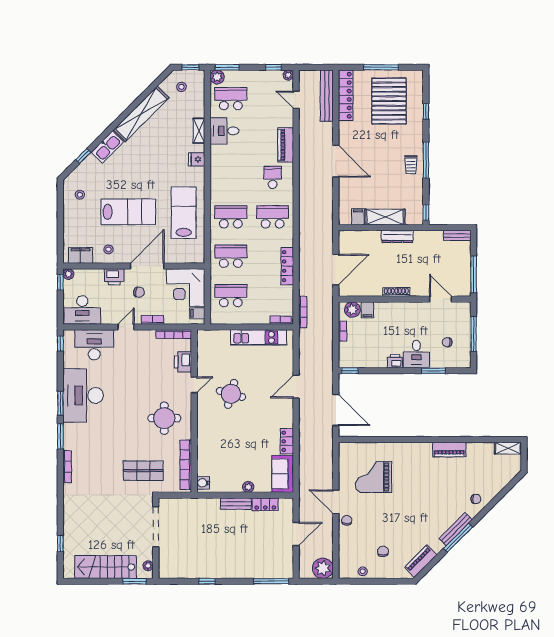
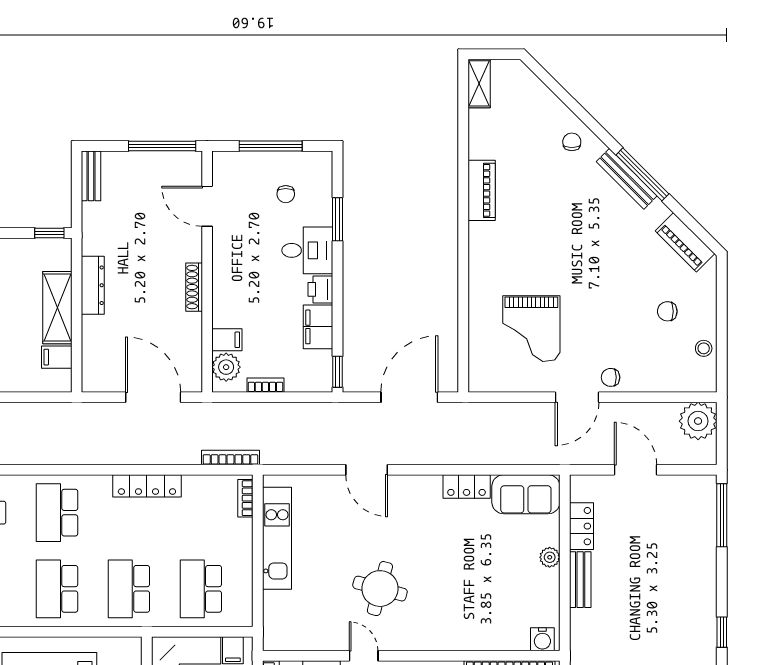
door: (441, 299) -> (207, 206), hinge flipped
filing cabinet: (374, 360) -> (318, 327), added

